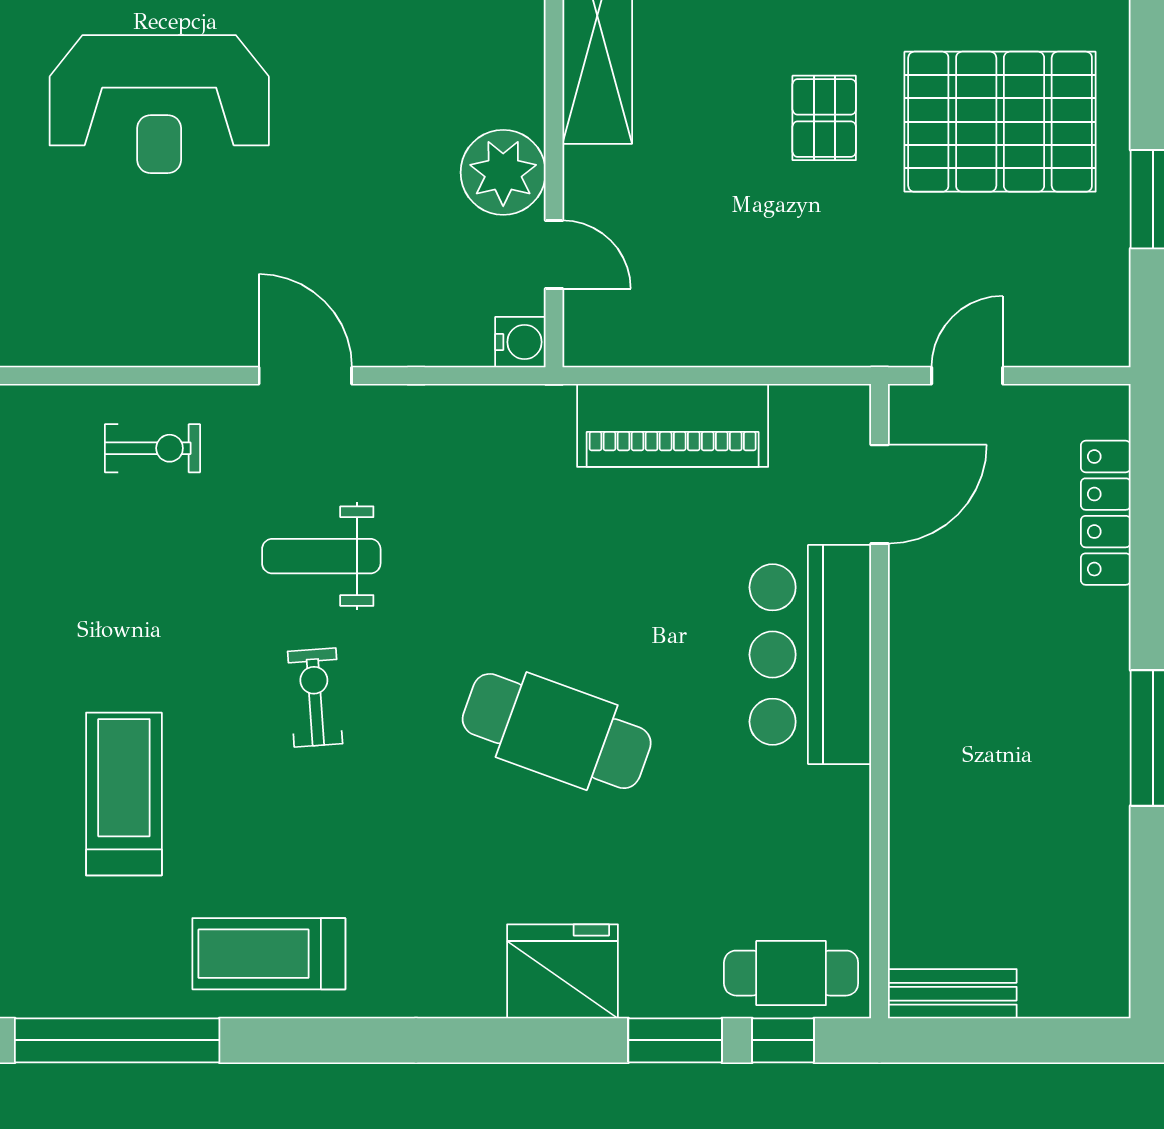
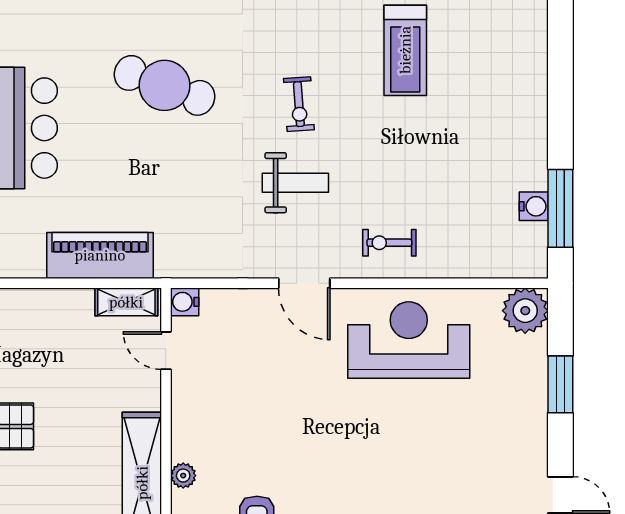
reception desk: (159, 104) -> (409, 340), moved
plant: (503, 172) -> (183, 476), moved, width x0.53, depth x0.53
shelving: (625, 342) -> (126, 302), added

